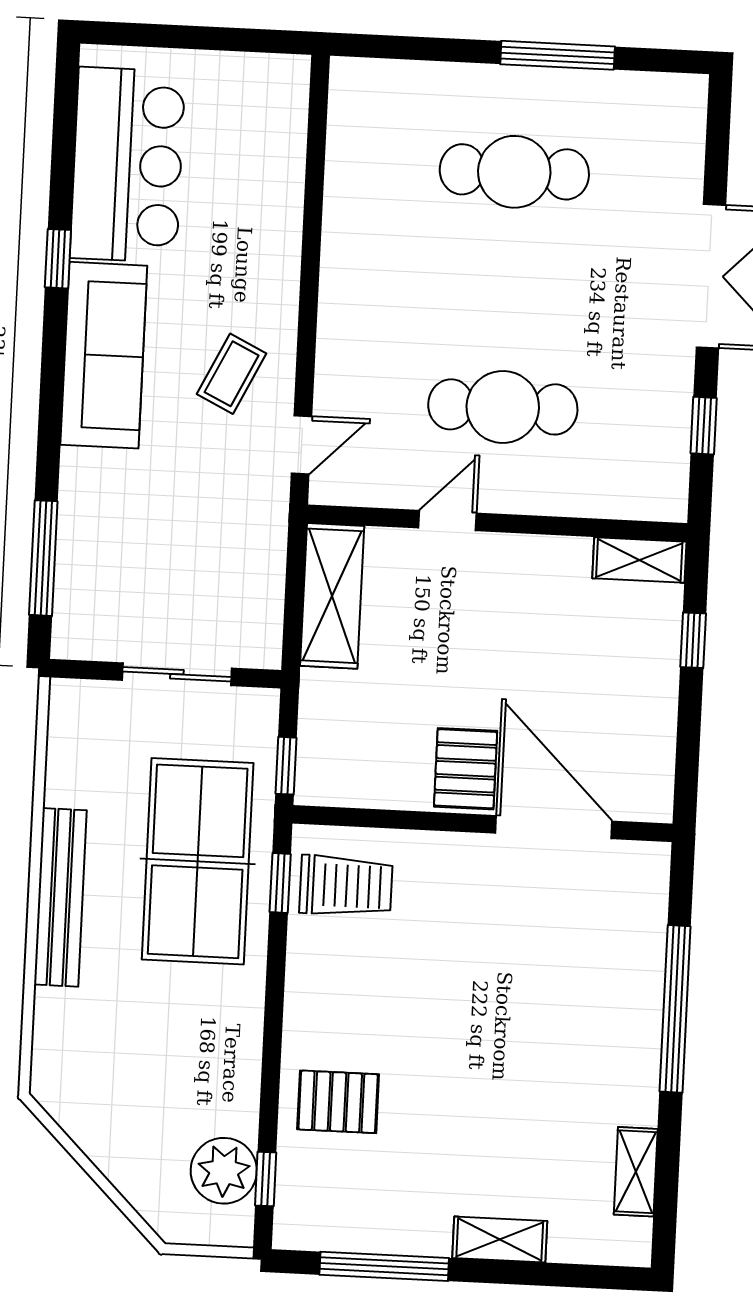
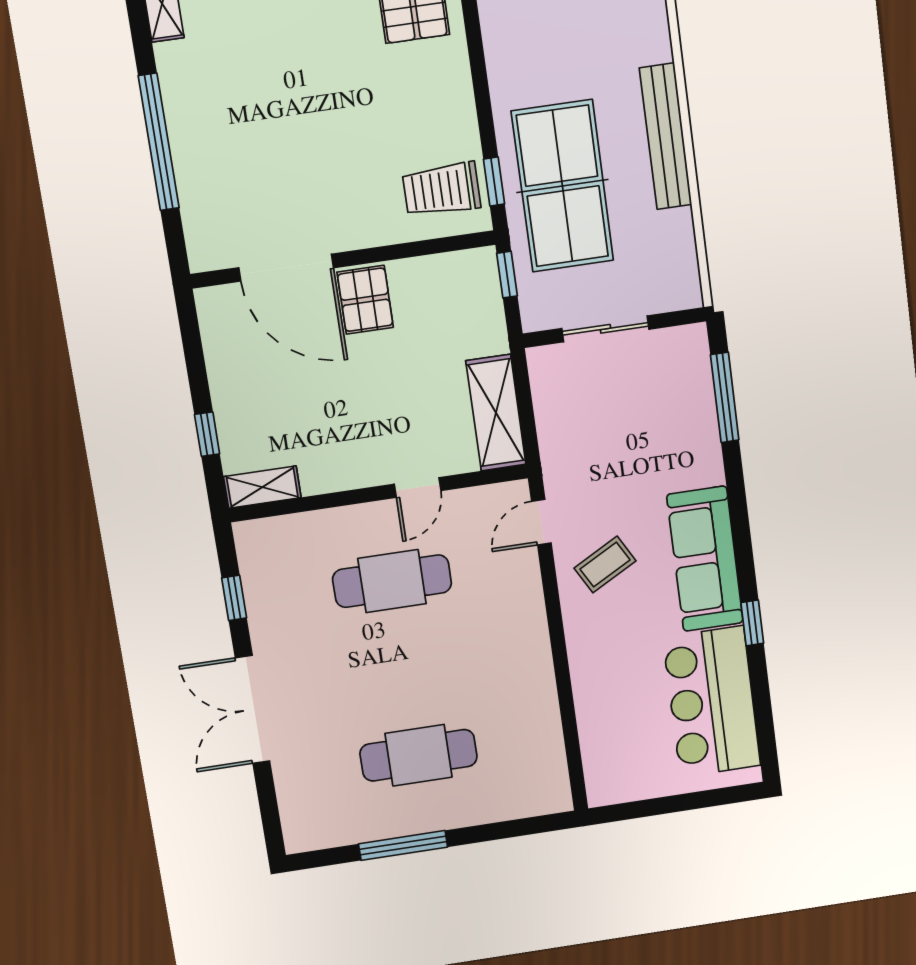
coffee table: (232, 374) -> (605, 564), turned 35

